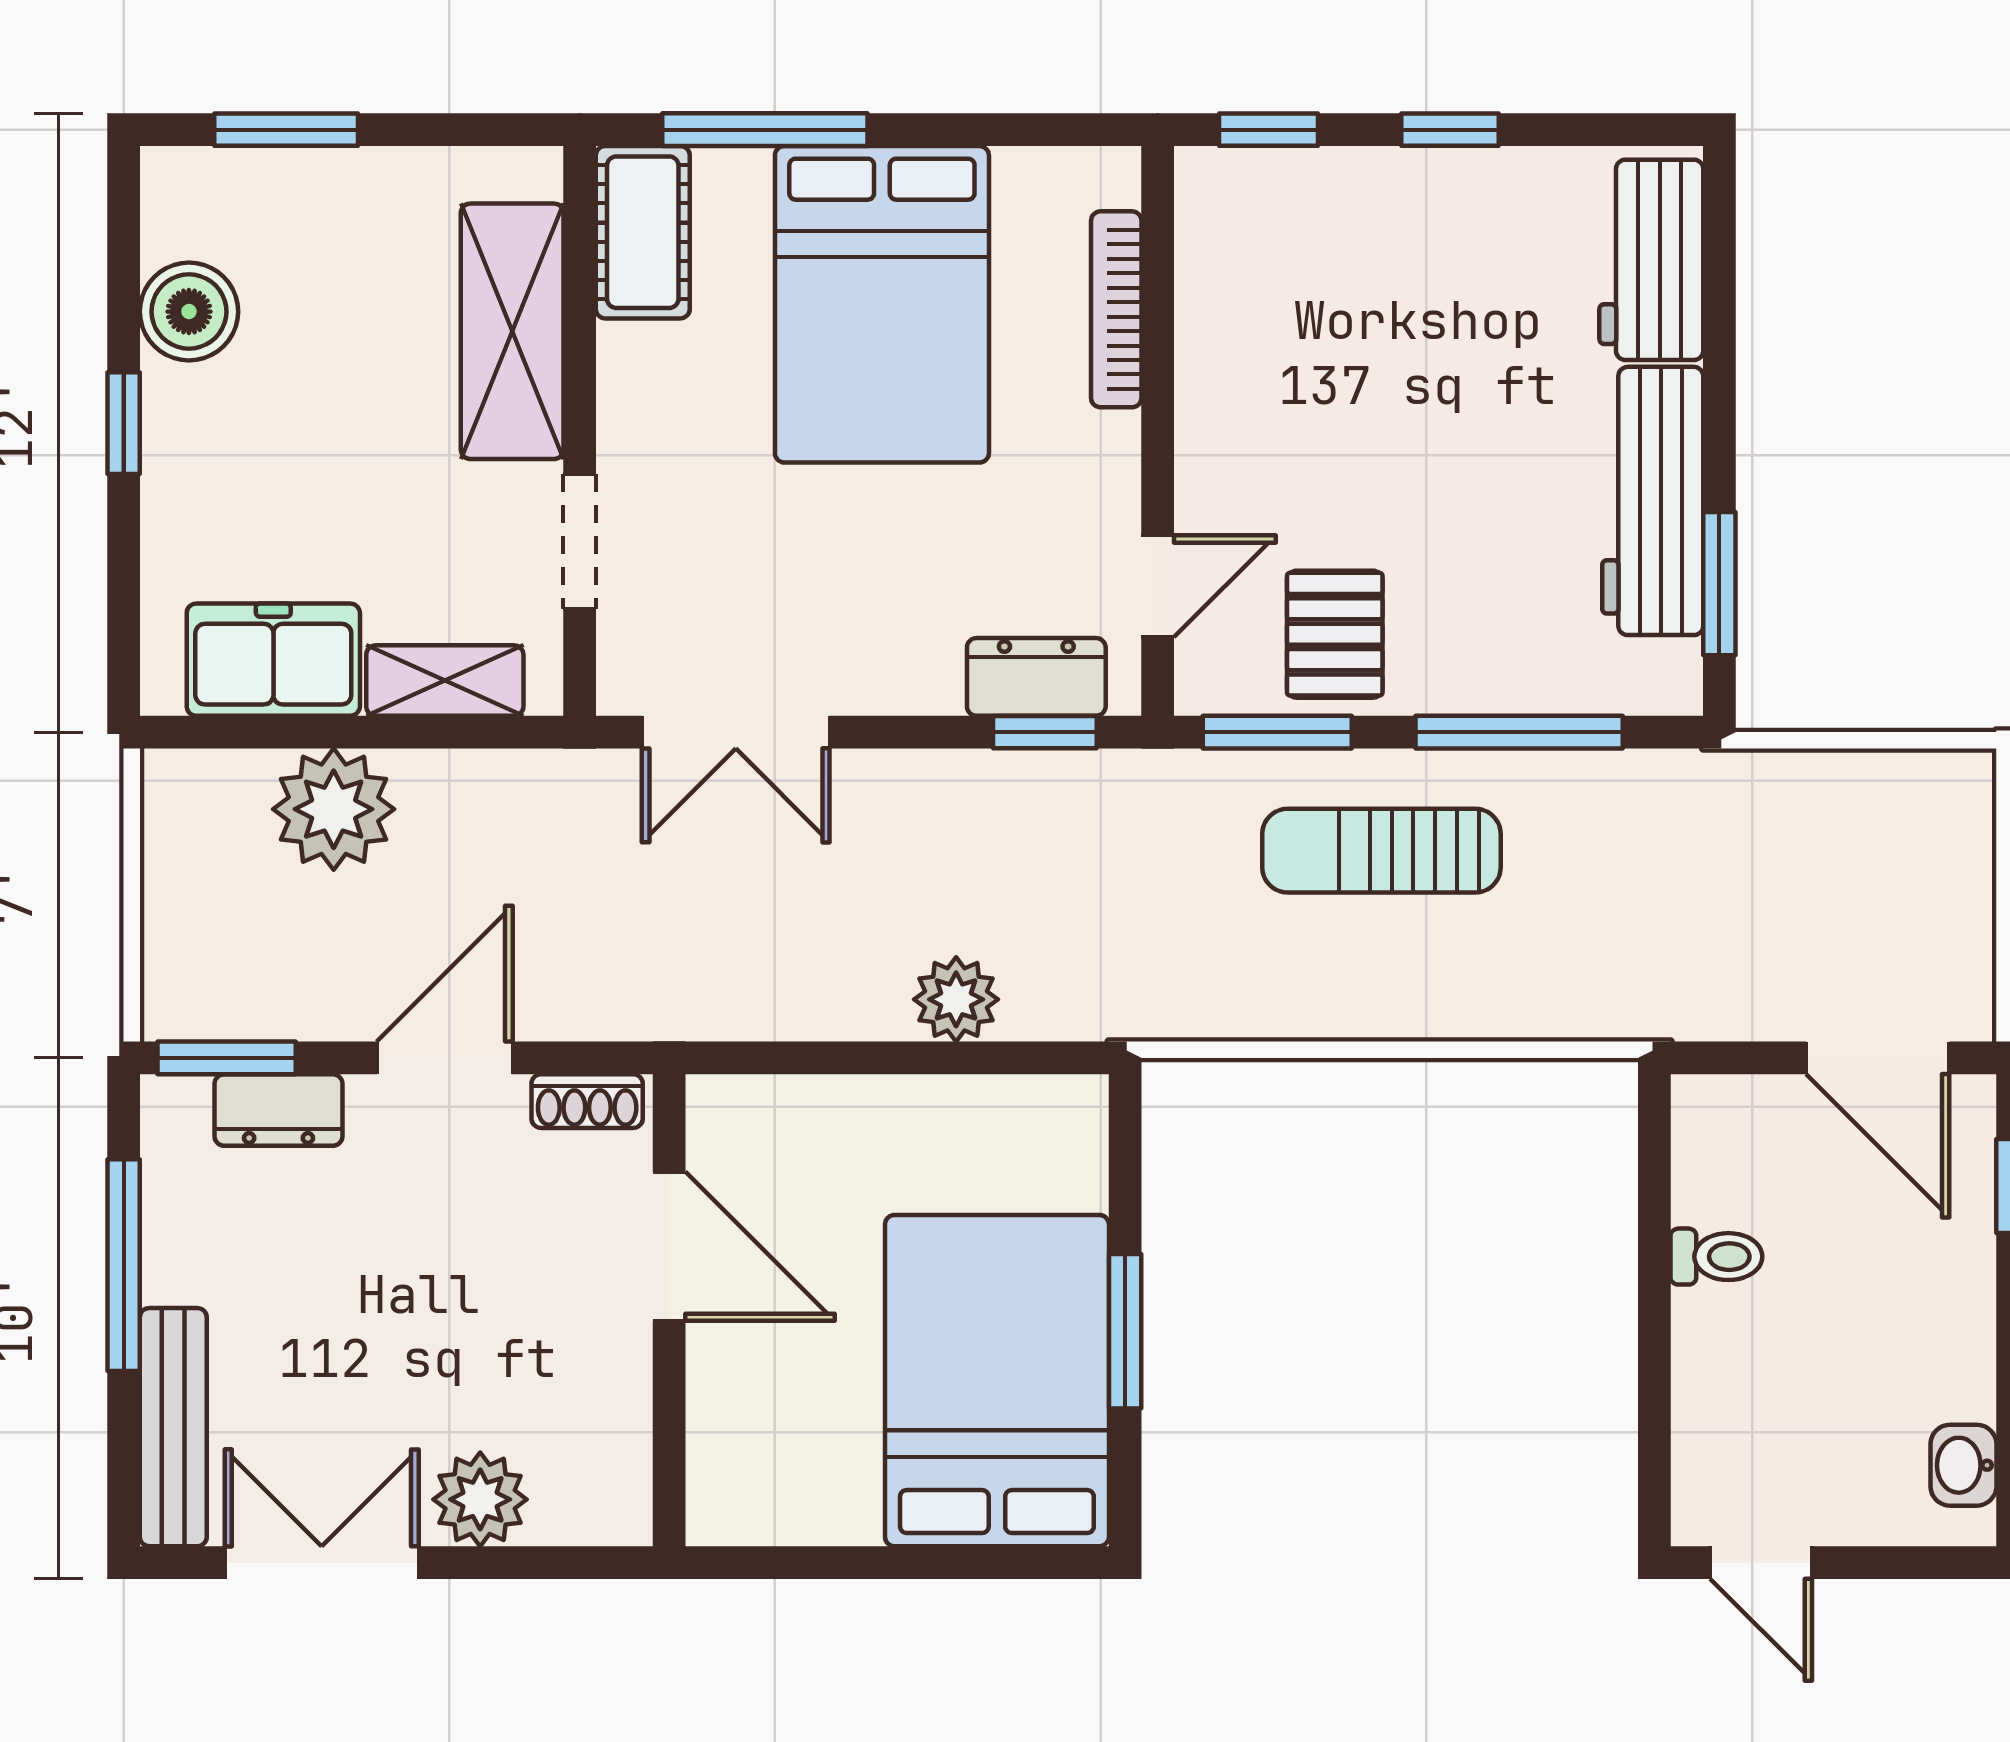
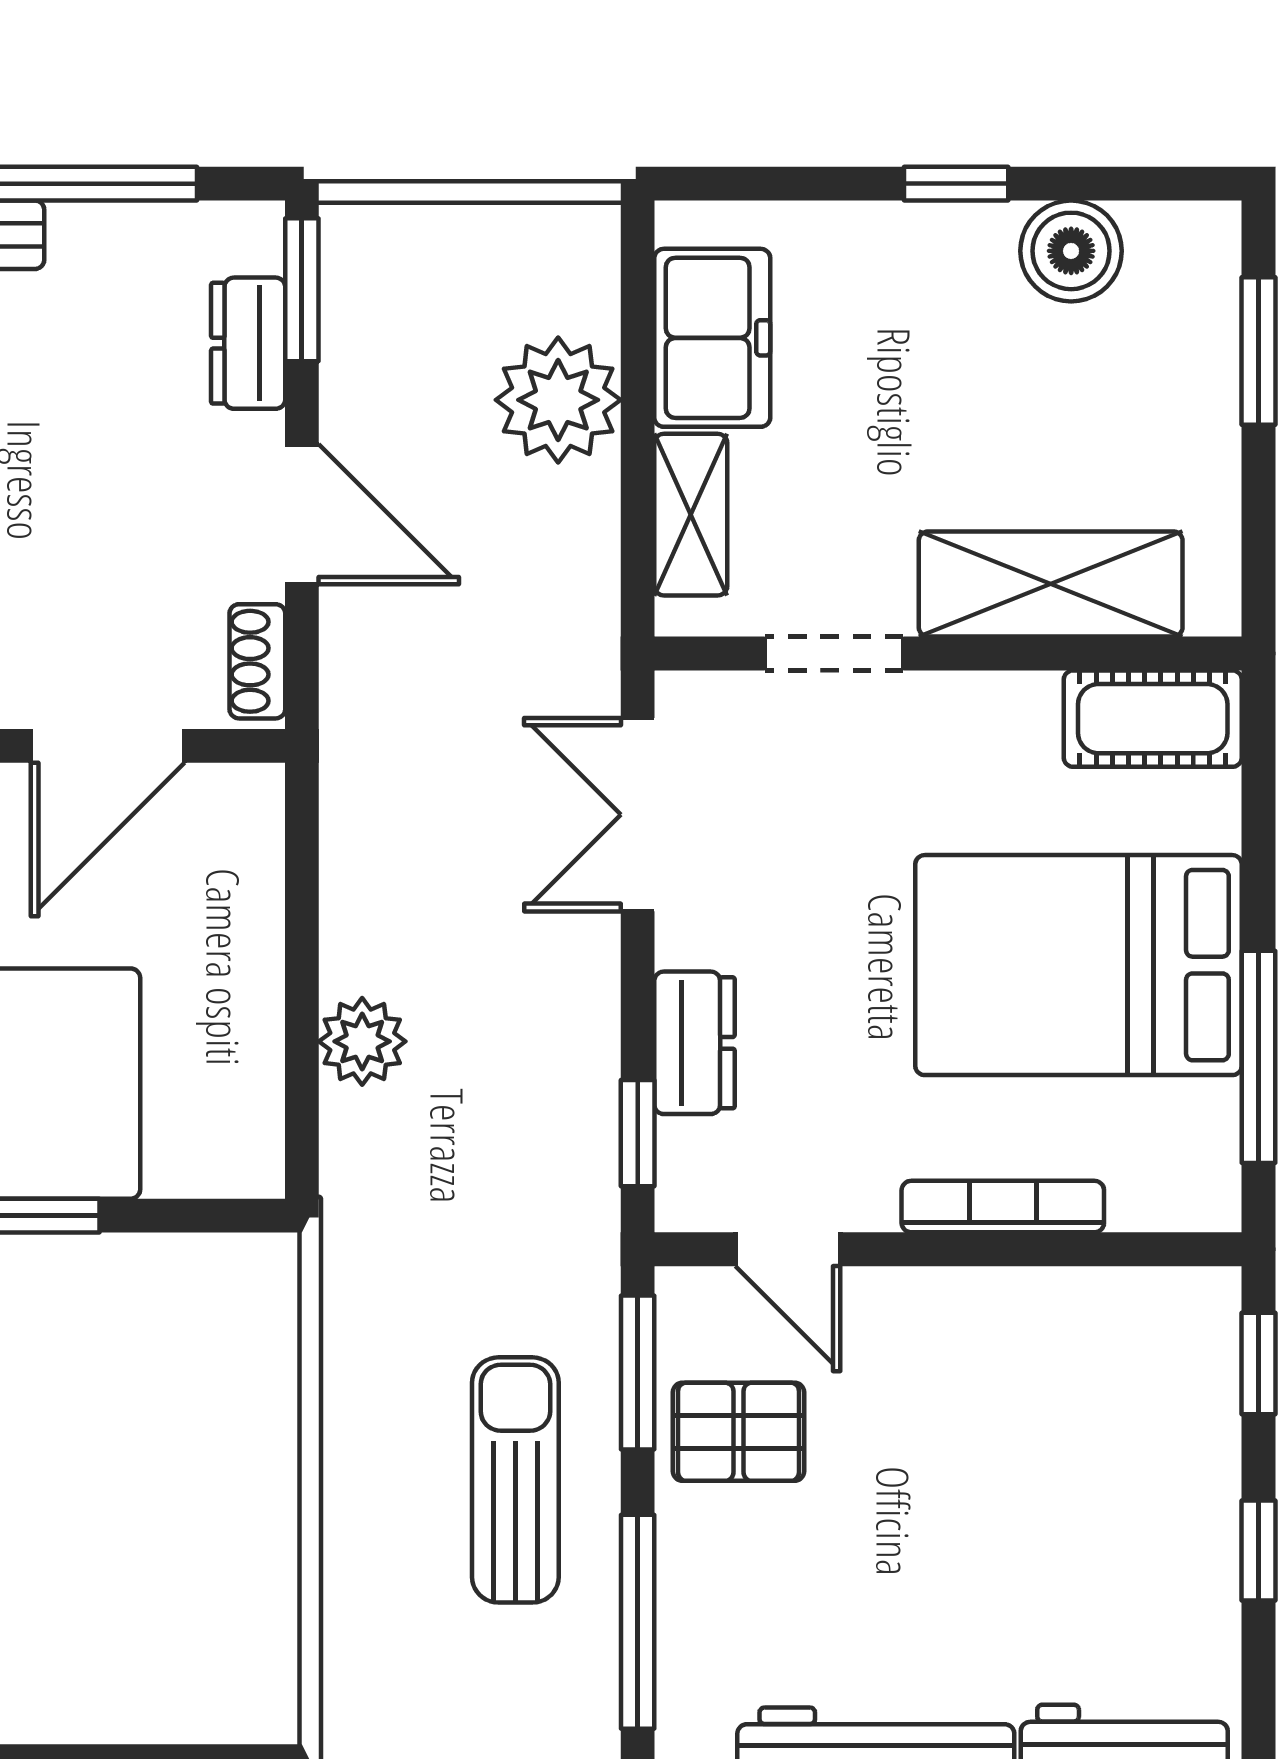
window: (765, 130) -> (1258, 1057), moved
bookcase: (1116, 309) -> (1003, 1207), moved
dresser: (1036, 677) -> (694, 1043), moved

